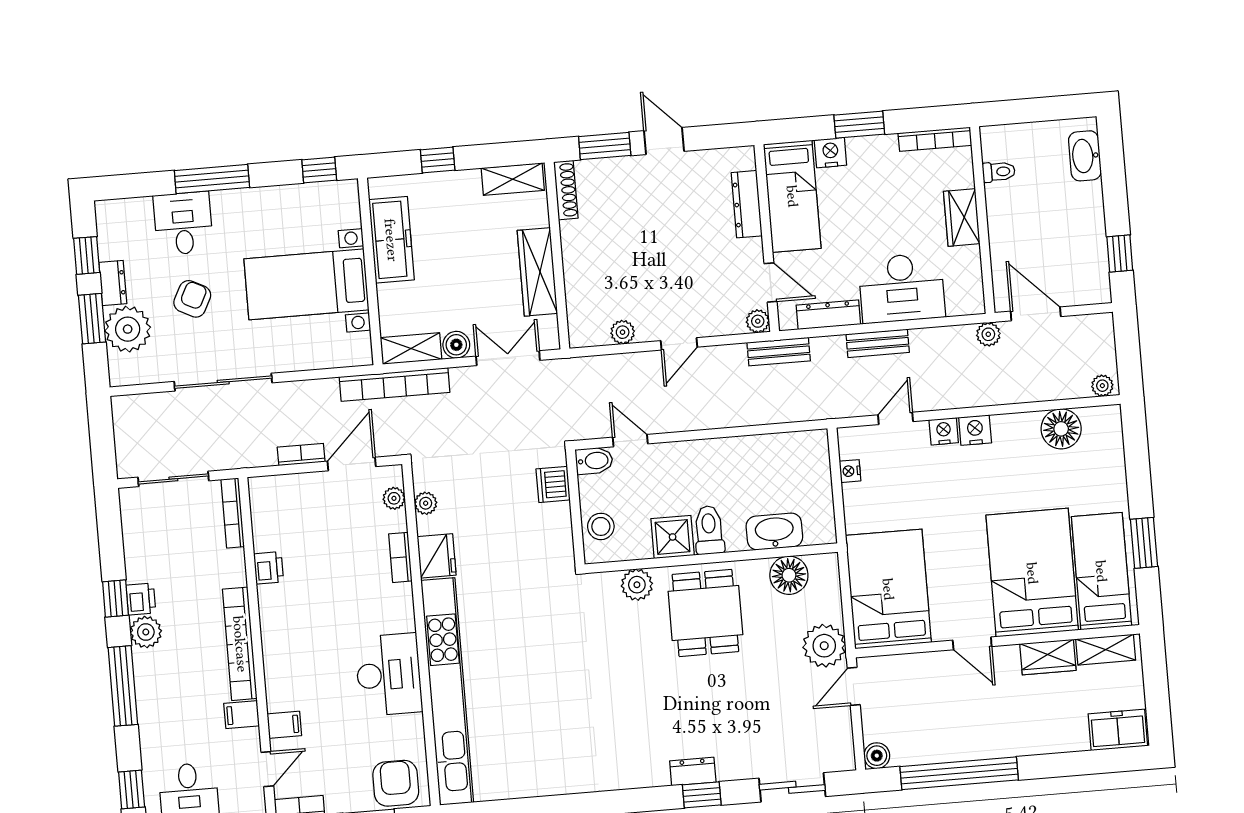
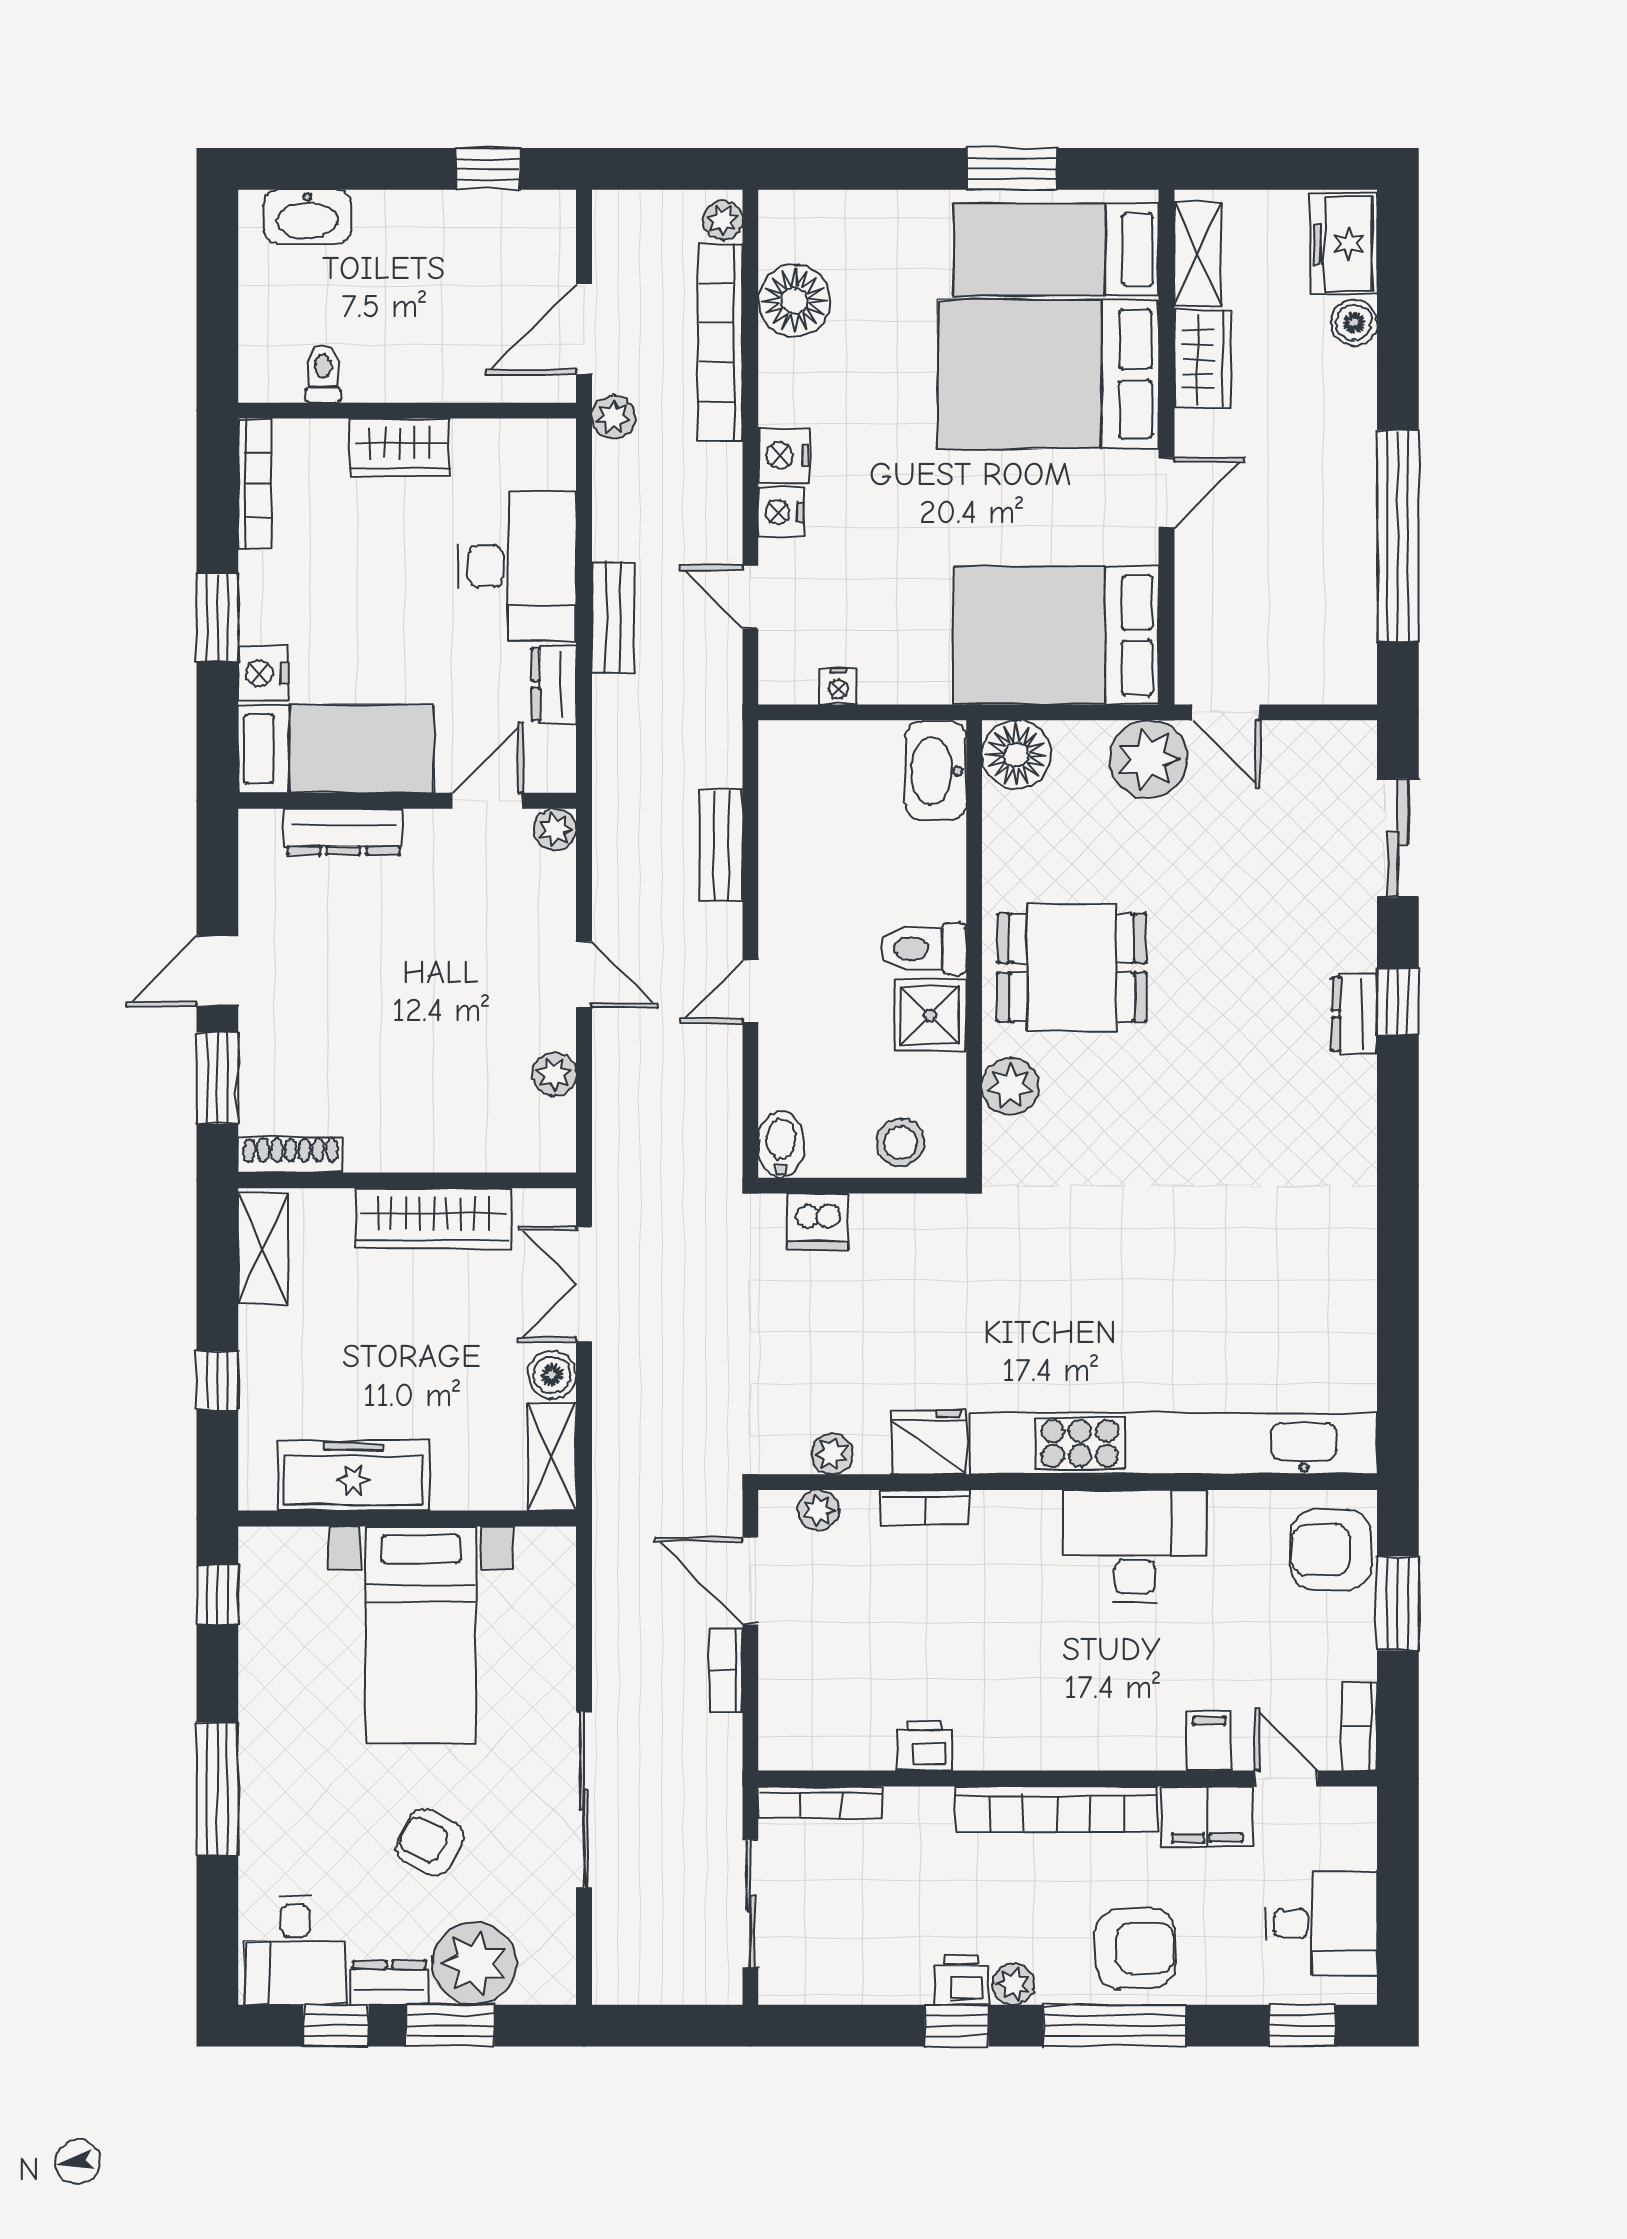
desk: (183, 223) -> (295, 1950), moved, turned -90
dresser: (828, 315) -> (554, 684), width x0.70
bench: (779, 352) -> (721, 845), moved
bookcase: (395, 385) -> (720, 342), moved, turned 180
door: (630, 441) -> (750, 992), moved
washbasin: (774, 532) -> (936, 771), moved
floor lamp: (789, 575) -> (1016, 755), moved
plant: (146, 632) -> (1014, 1984), width x0.73, depth x0.73
armchair: (166, 694) -> (1135, 1948), added
filing cabinet: (242, 715) -> (1207, 1817), width x2.00
boiler: (877, 756) -> (1354, 323), moved

